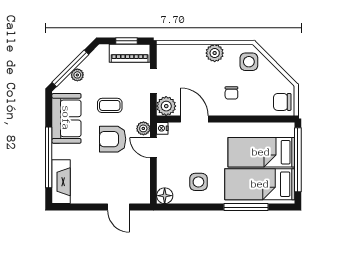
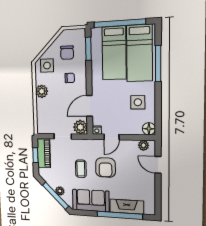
chair: (282, 102) -> (67, 53), moved
window: (268, 119) -> (88, 49), added
plant: (143, 128) -> (143, 145), moved
fireplace: (61, 182) -> (127, 207), moved
door: (119, 207) -> (158, 165), swing flipped

